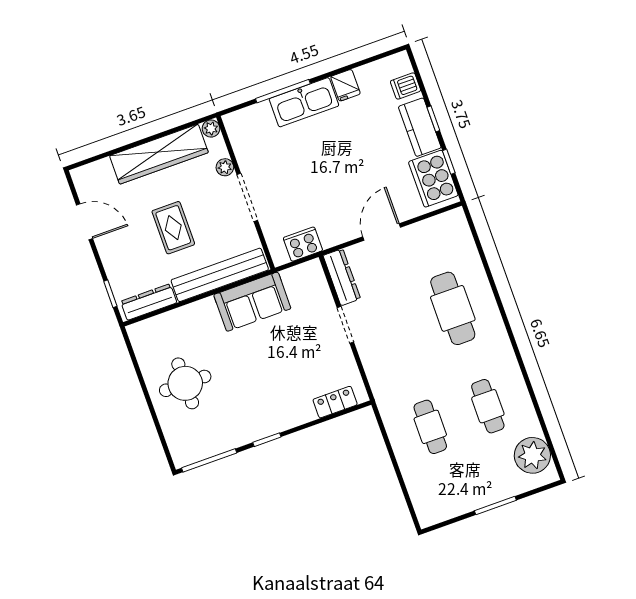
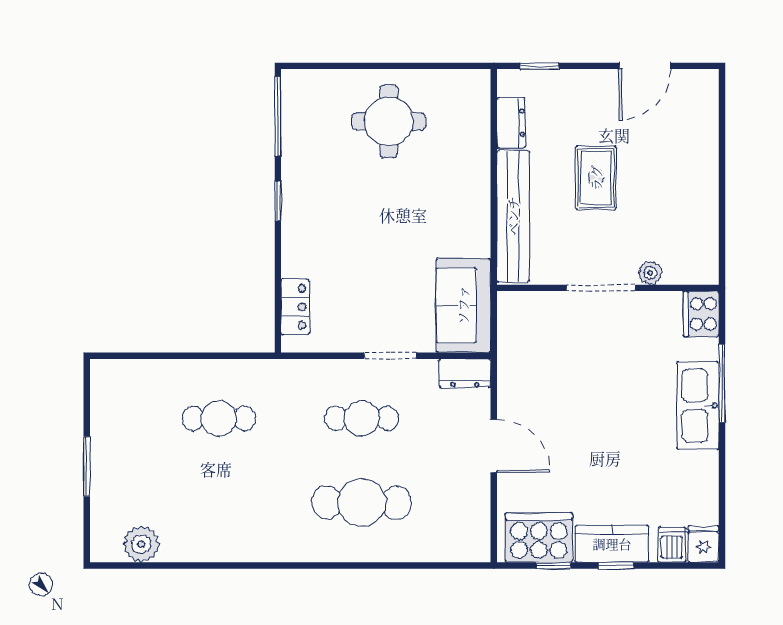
fridge: (346, 85) -> (703, 544), moved, turned 90
plant: (211, 129) -> (707, 273), removed
wardrobe: (159, 154) -> (698, 194), removed
rug: (173, 228) -> (596, 178), turned 90
cooker: (303, 244) -> (701, 314), moved, turned 180
dresser: (342, 277) -> (465, 373), width x0.70
dresser: (149, 302) -> (511, 123), width x0.70
sofa: (252, 302) -> (463, 305), moved
cafe table: (488, 406) -> (362, 419), moved
plant: (532, 455) -> (141, 544), width x0.73, depth x0.73

